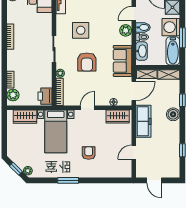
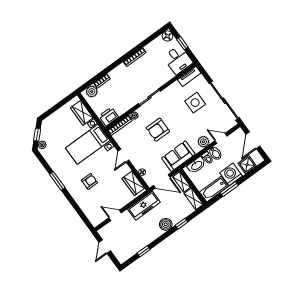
side table: (81, 30) -> (195, 103), moved
door: (88, 108) -> (123, 156), swing flipped

